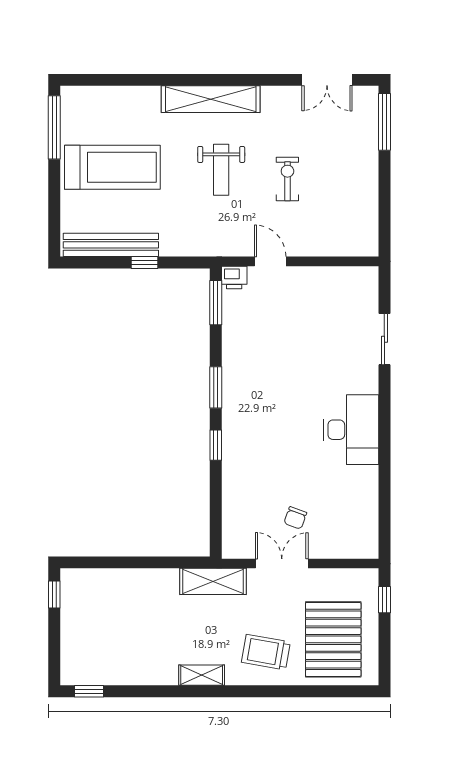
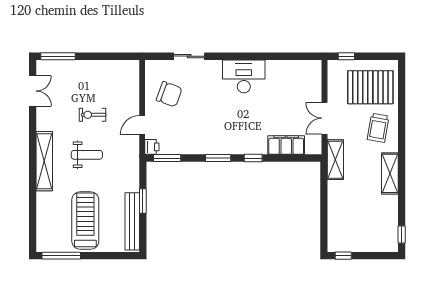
window: (145, 263) -> (143, 201), width x1.50
filing cabinet: (237, 500) -> (286, 145), added
chair: (295, 518) -> (169, 94), moved, width x1.87, depth x1.87
shelving: (202, 675) -> (390, 173), width x1.50, depth x1.33

